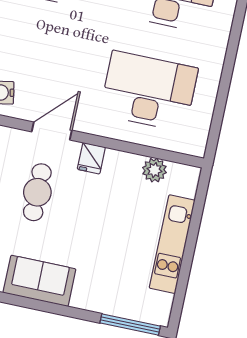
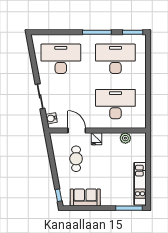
door: (52, 131) -> (77, 131), hinge flipped
kitchen unit: (172, 244) -> (140, 184), moved

